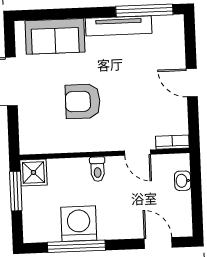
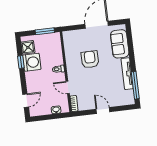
door: (192, 83) -> (103, 110), hinge flipped
door: (138, 153) -> (68, 87), hinge flipped
shower: (33, 172) -> (28, 47), moved
window: (76, 246) -> (21, 62), width x0.46

